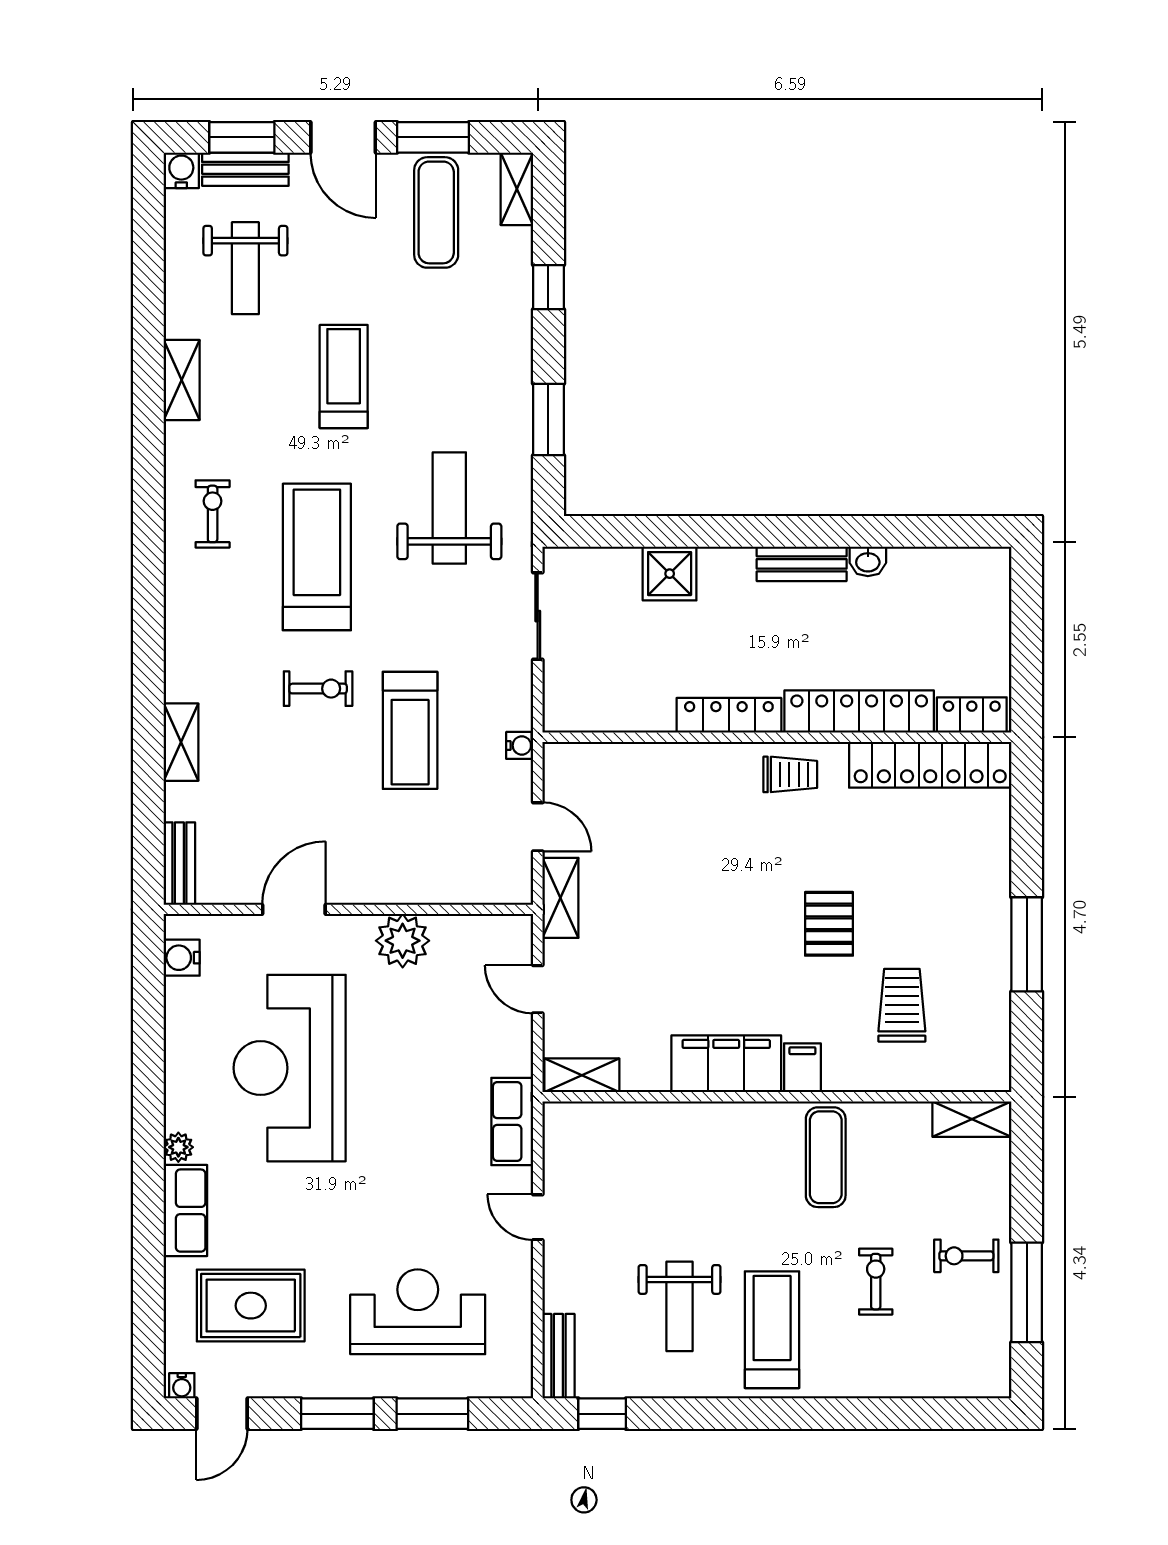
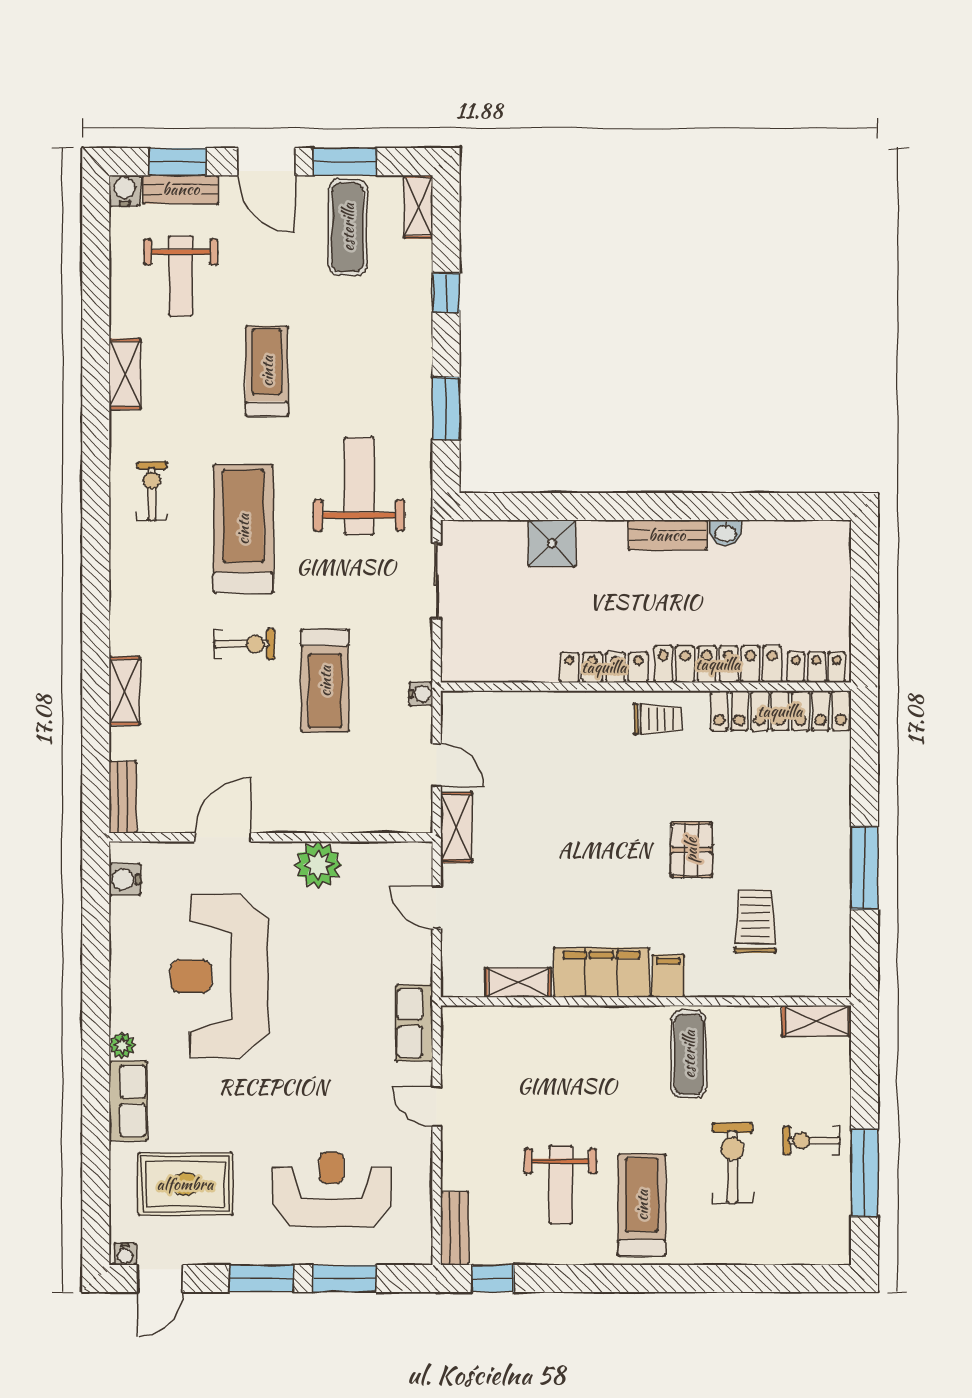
shelving: (582, 1075) -> (518, 982), moved
exercise bike: (876, 1282) -> (732, 1163), width x1.38, depth x1.39

